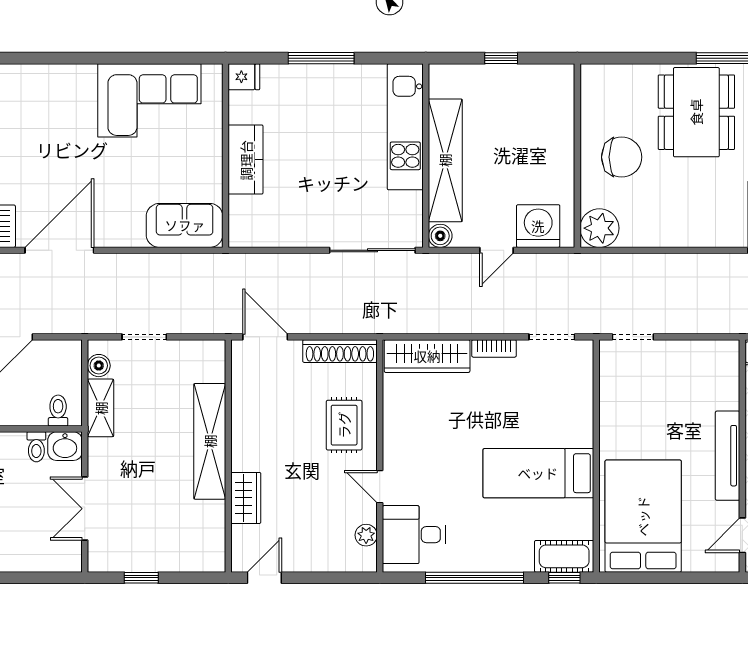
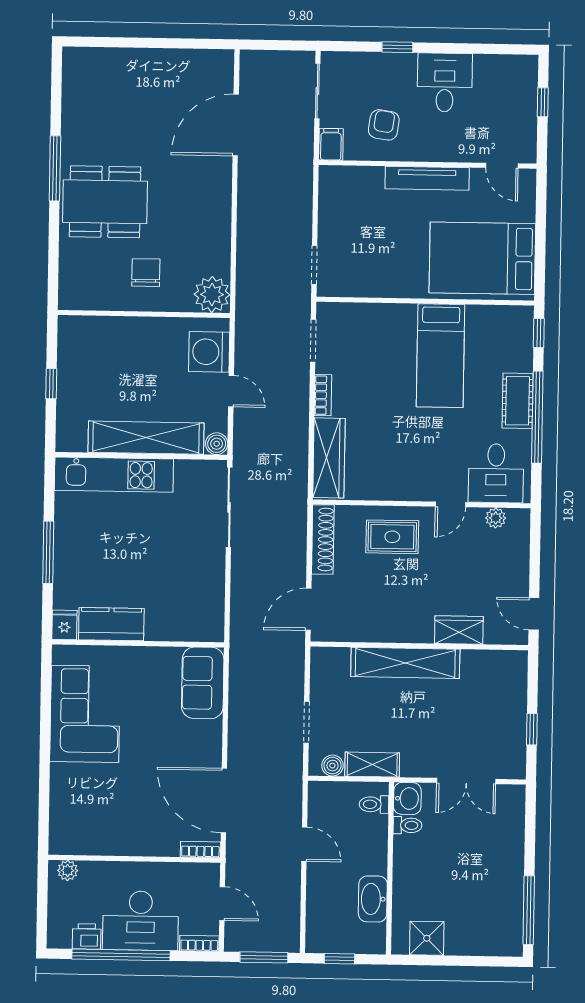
chair: (622, 157) -> (146, 273), width x0.73, depth x0.73
kitchen counter: (246, 160) -> (111, 624), moved
cot: (564, 556) -> (518, 401), moved

